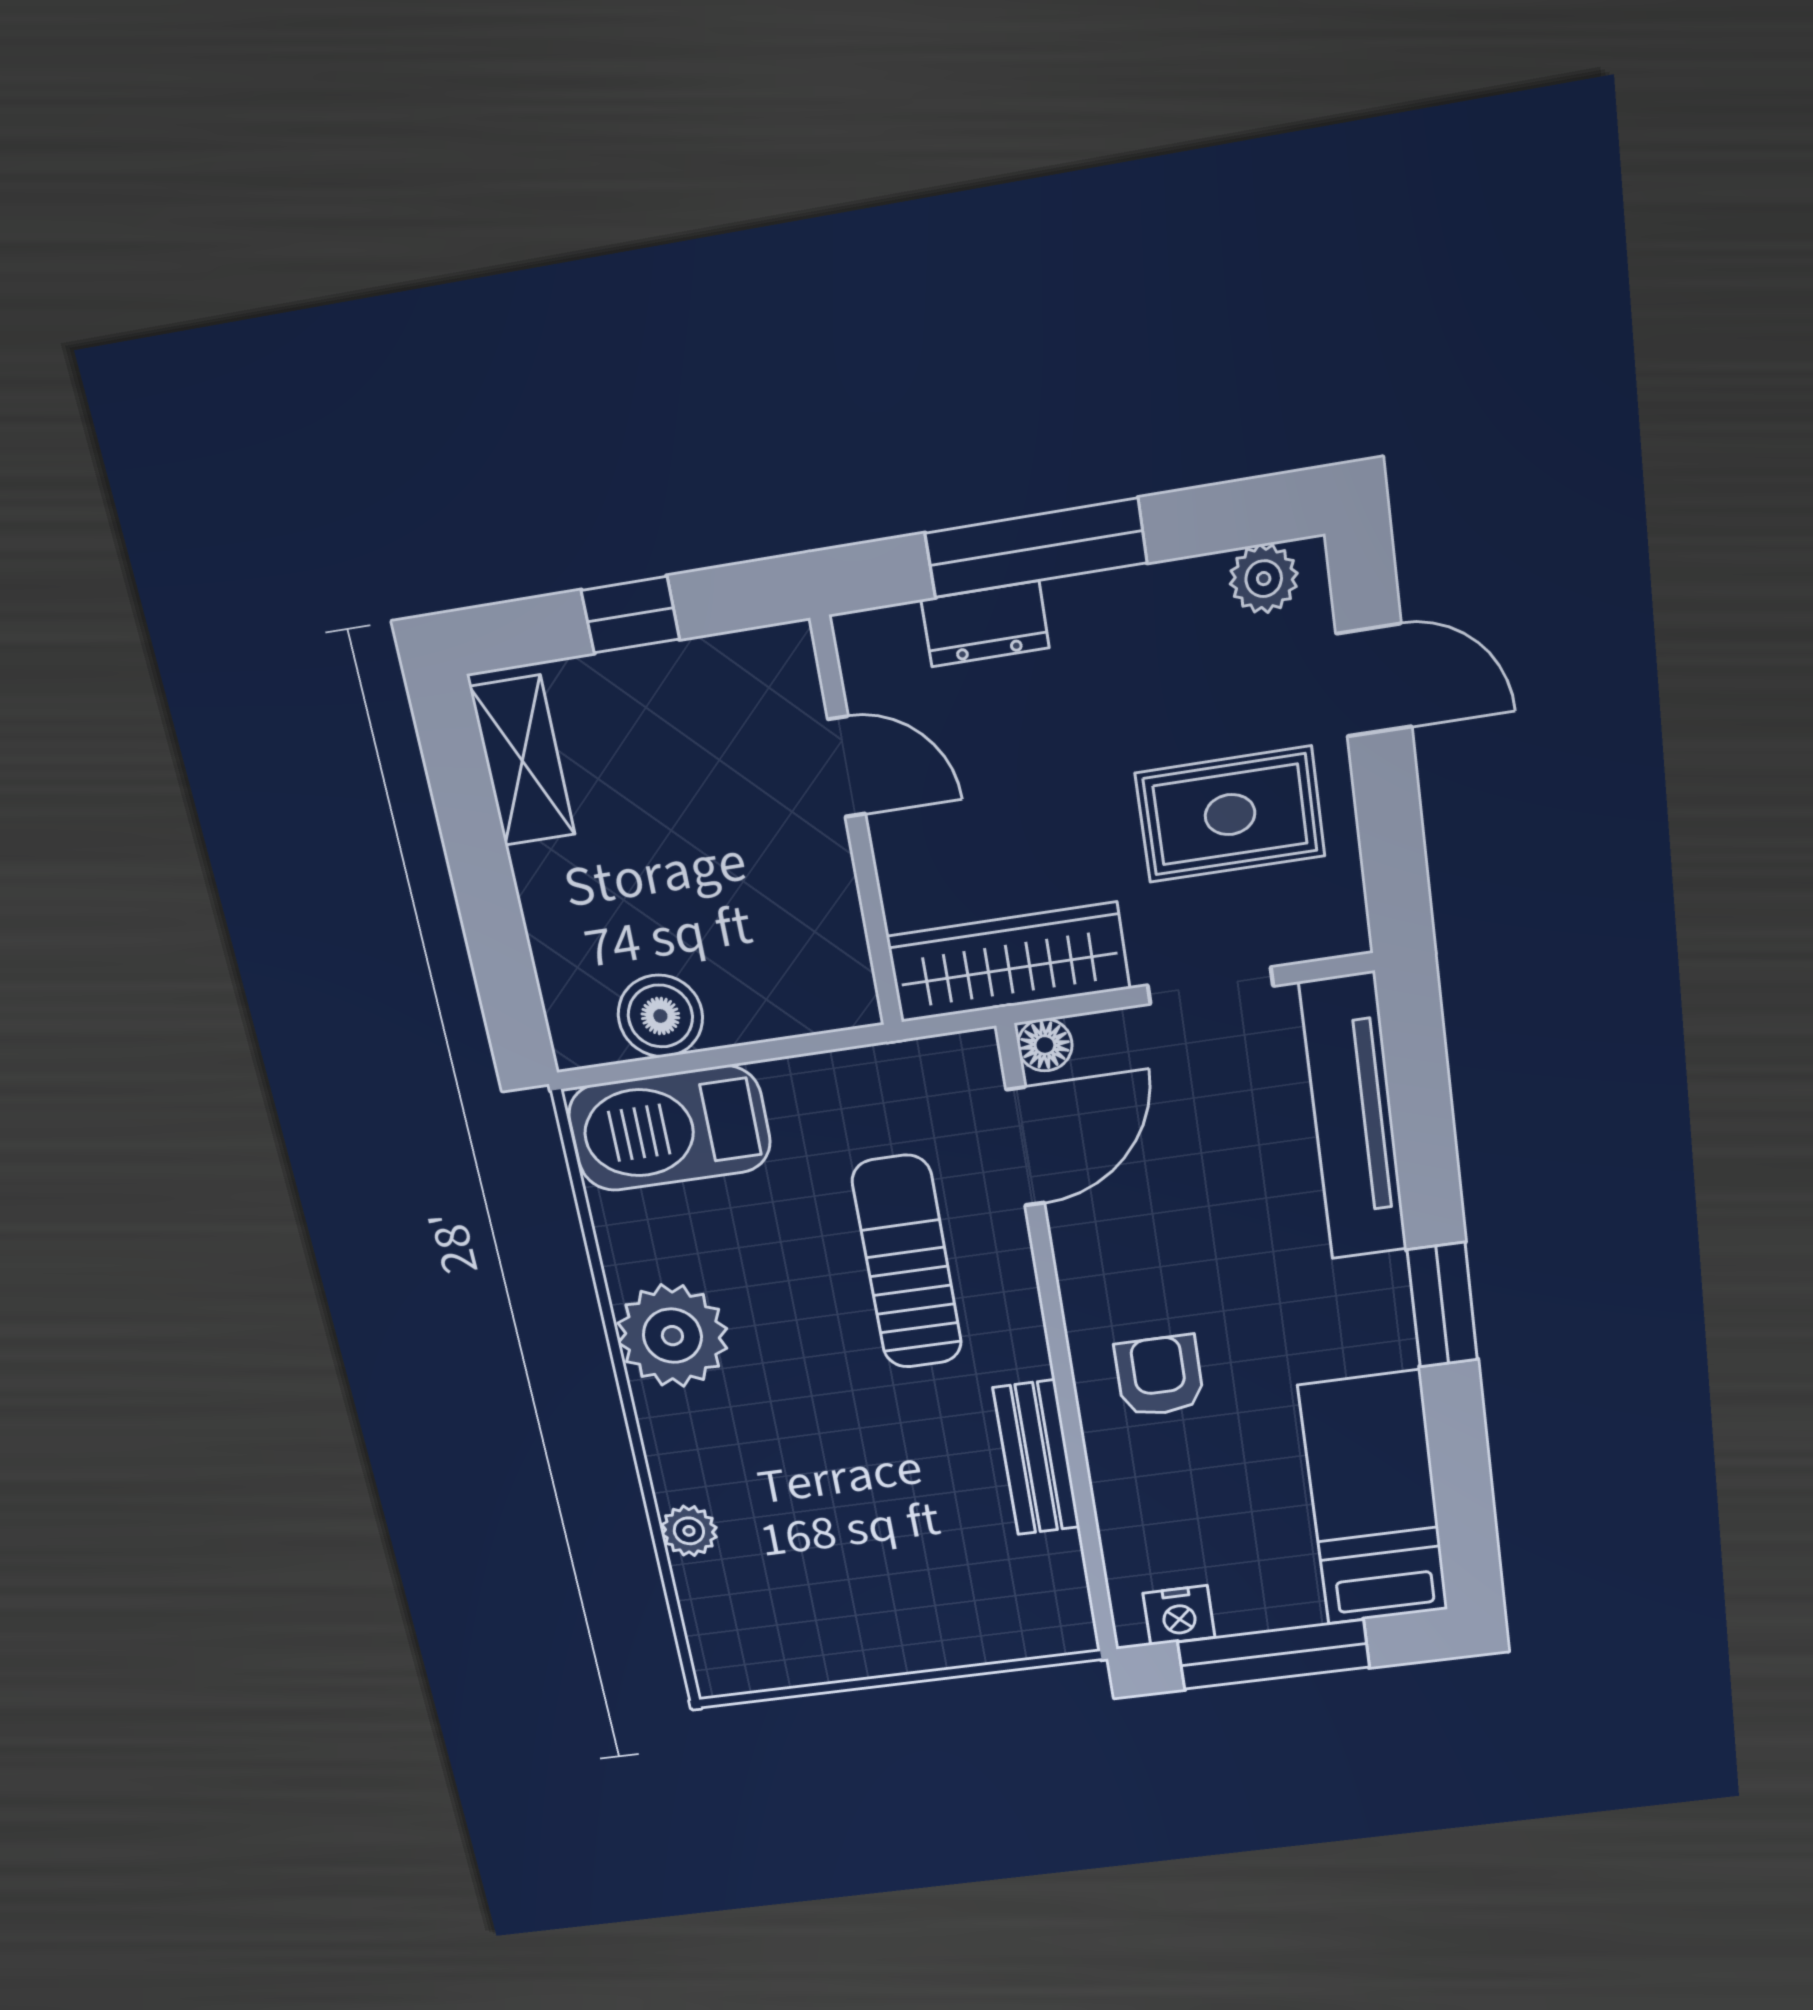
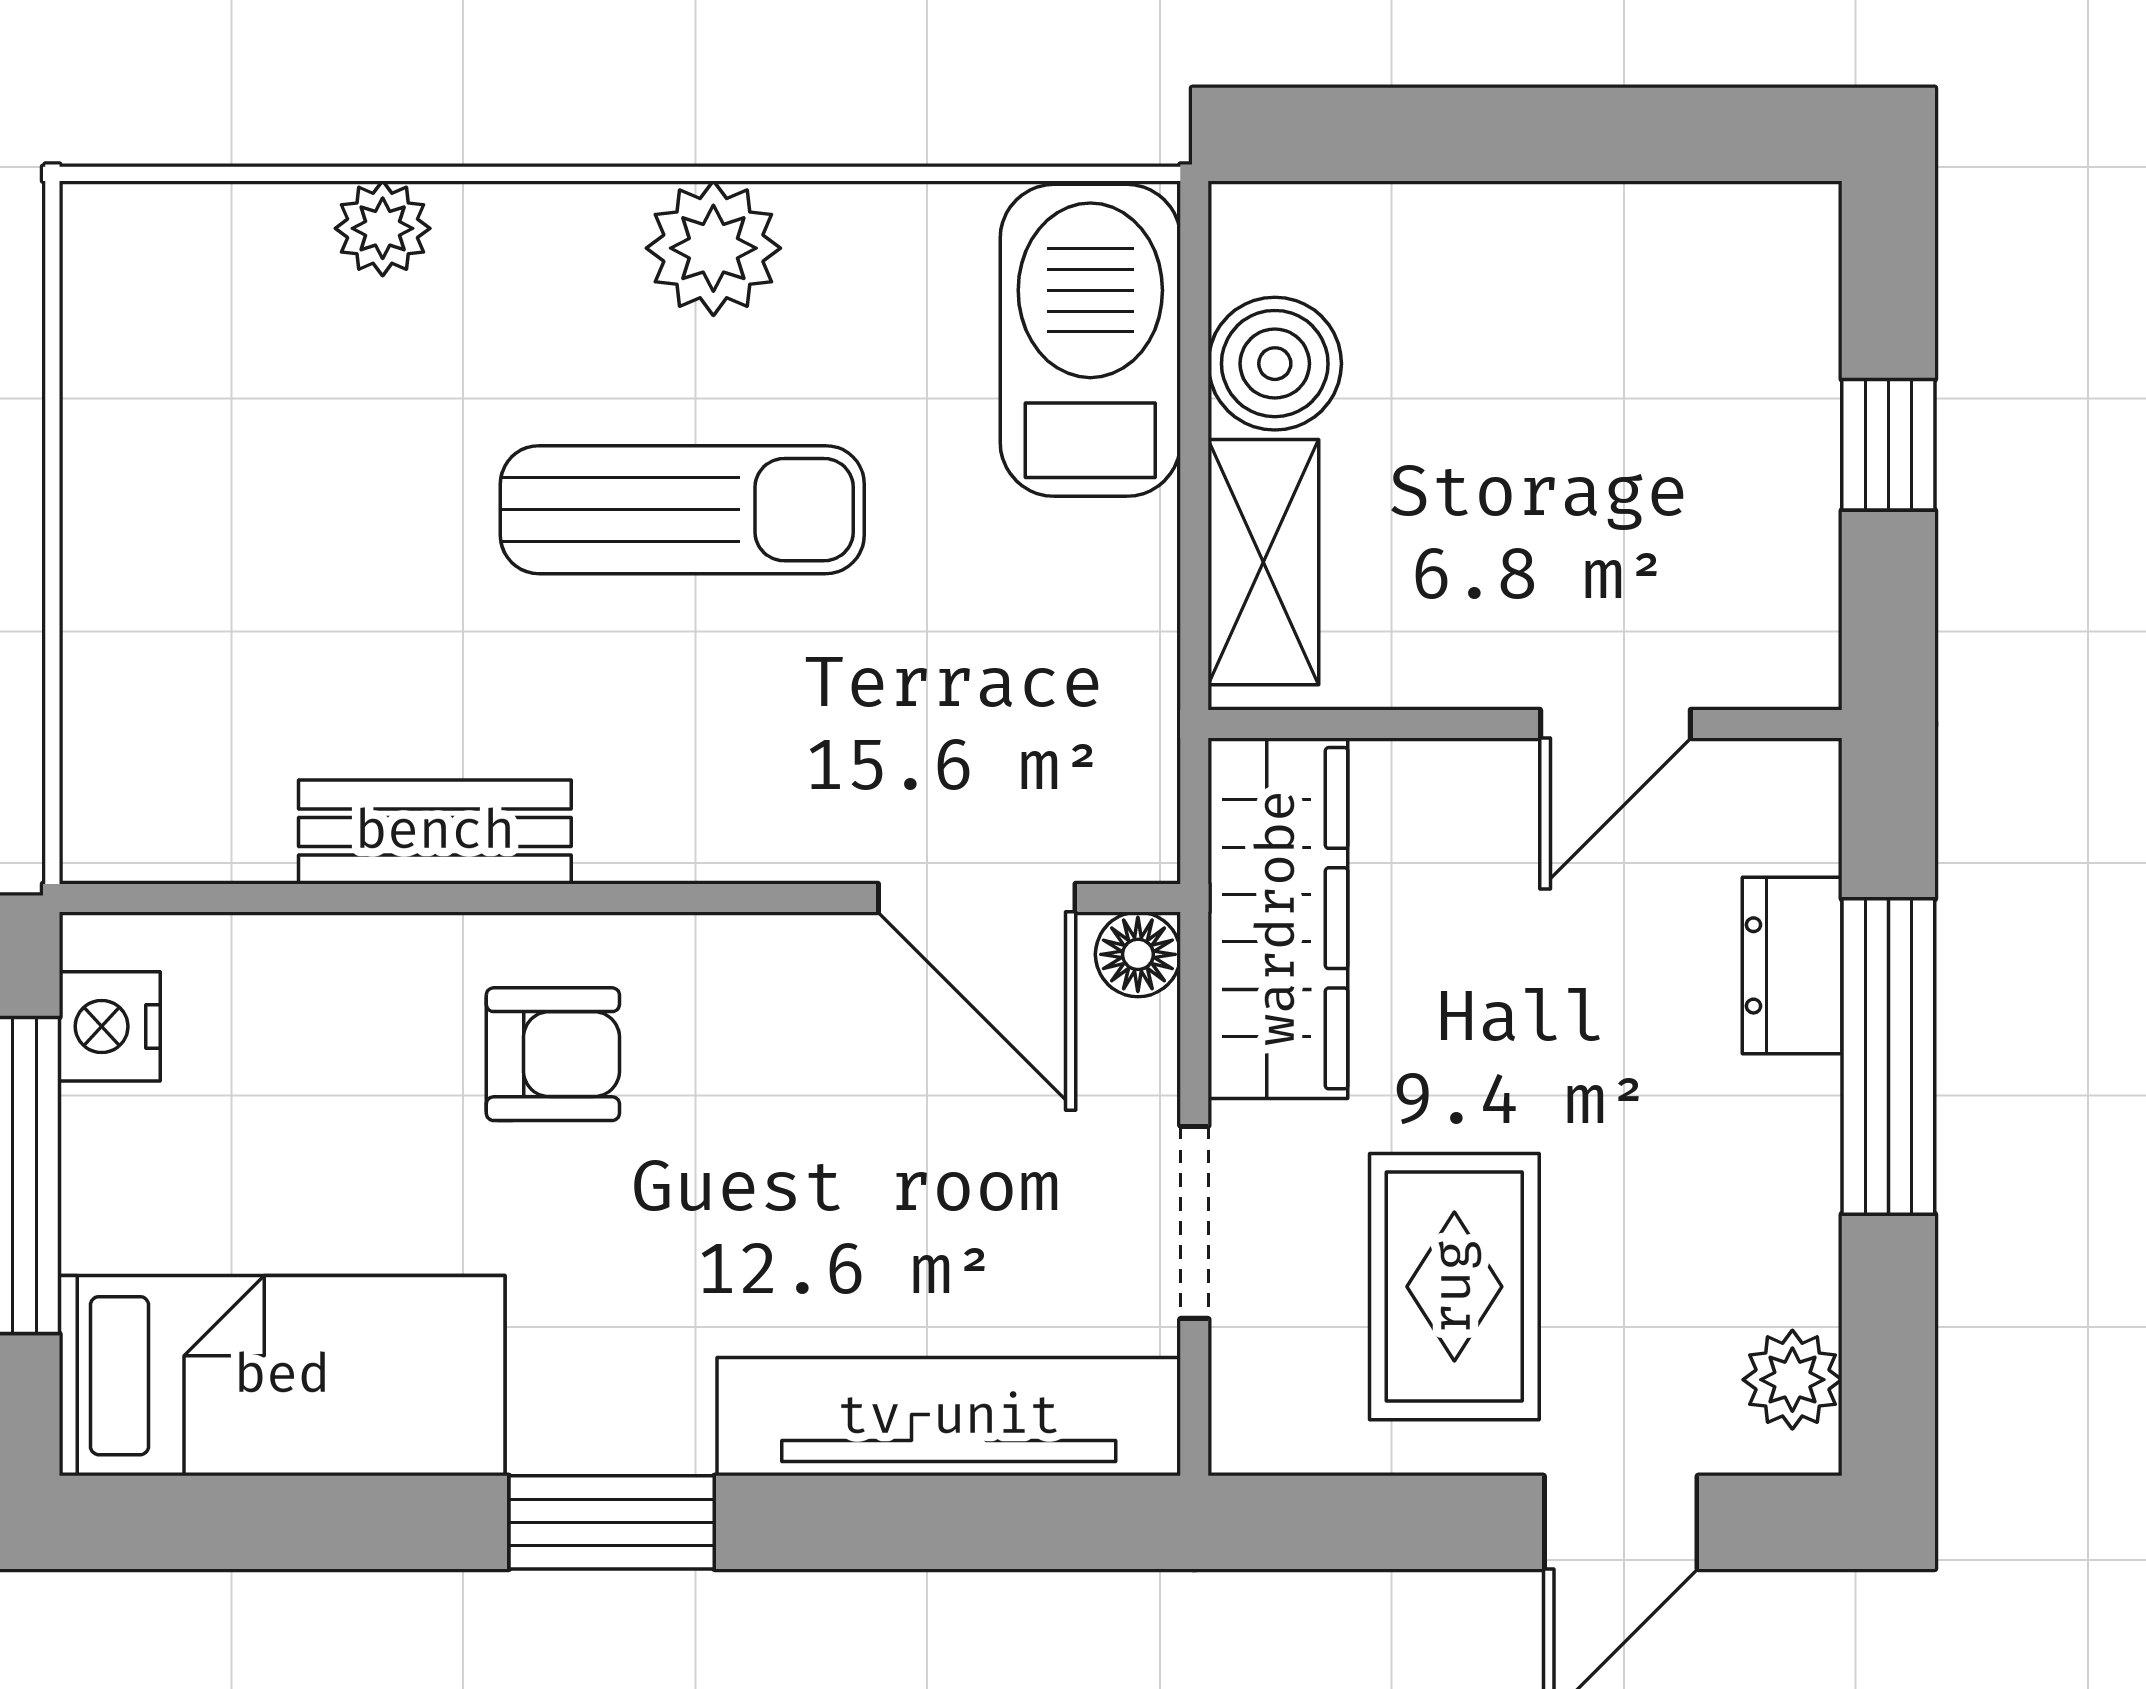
shelving: (522, 761) -> (1263, 562), moved, turned 90
sun lounger: (907, 1262) -> (682, 510), moved
plant: (672, 1336) -> (713, 248), width x0.73, depth x0.73

